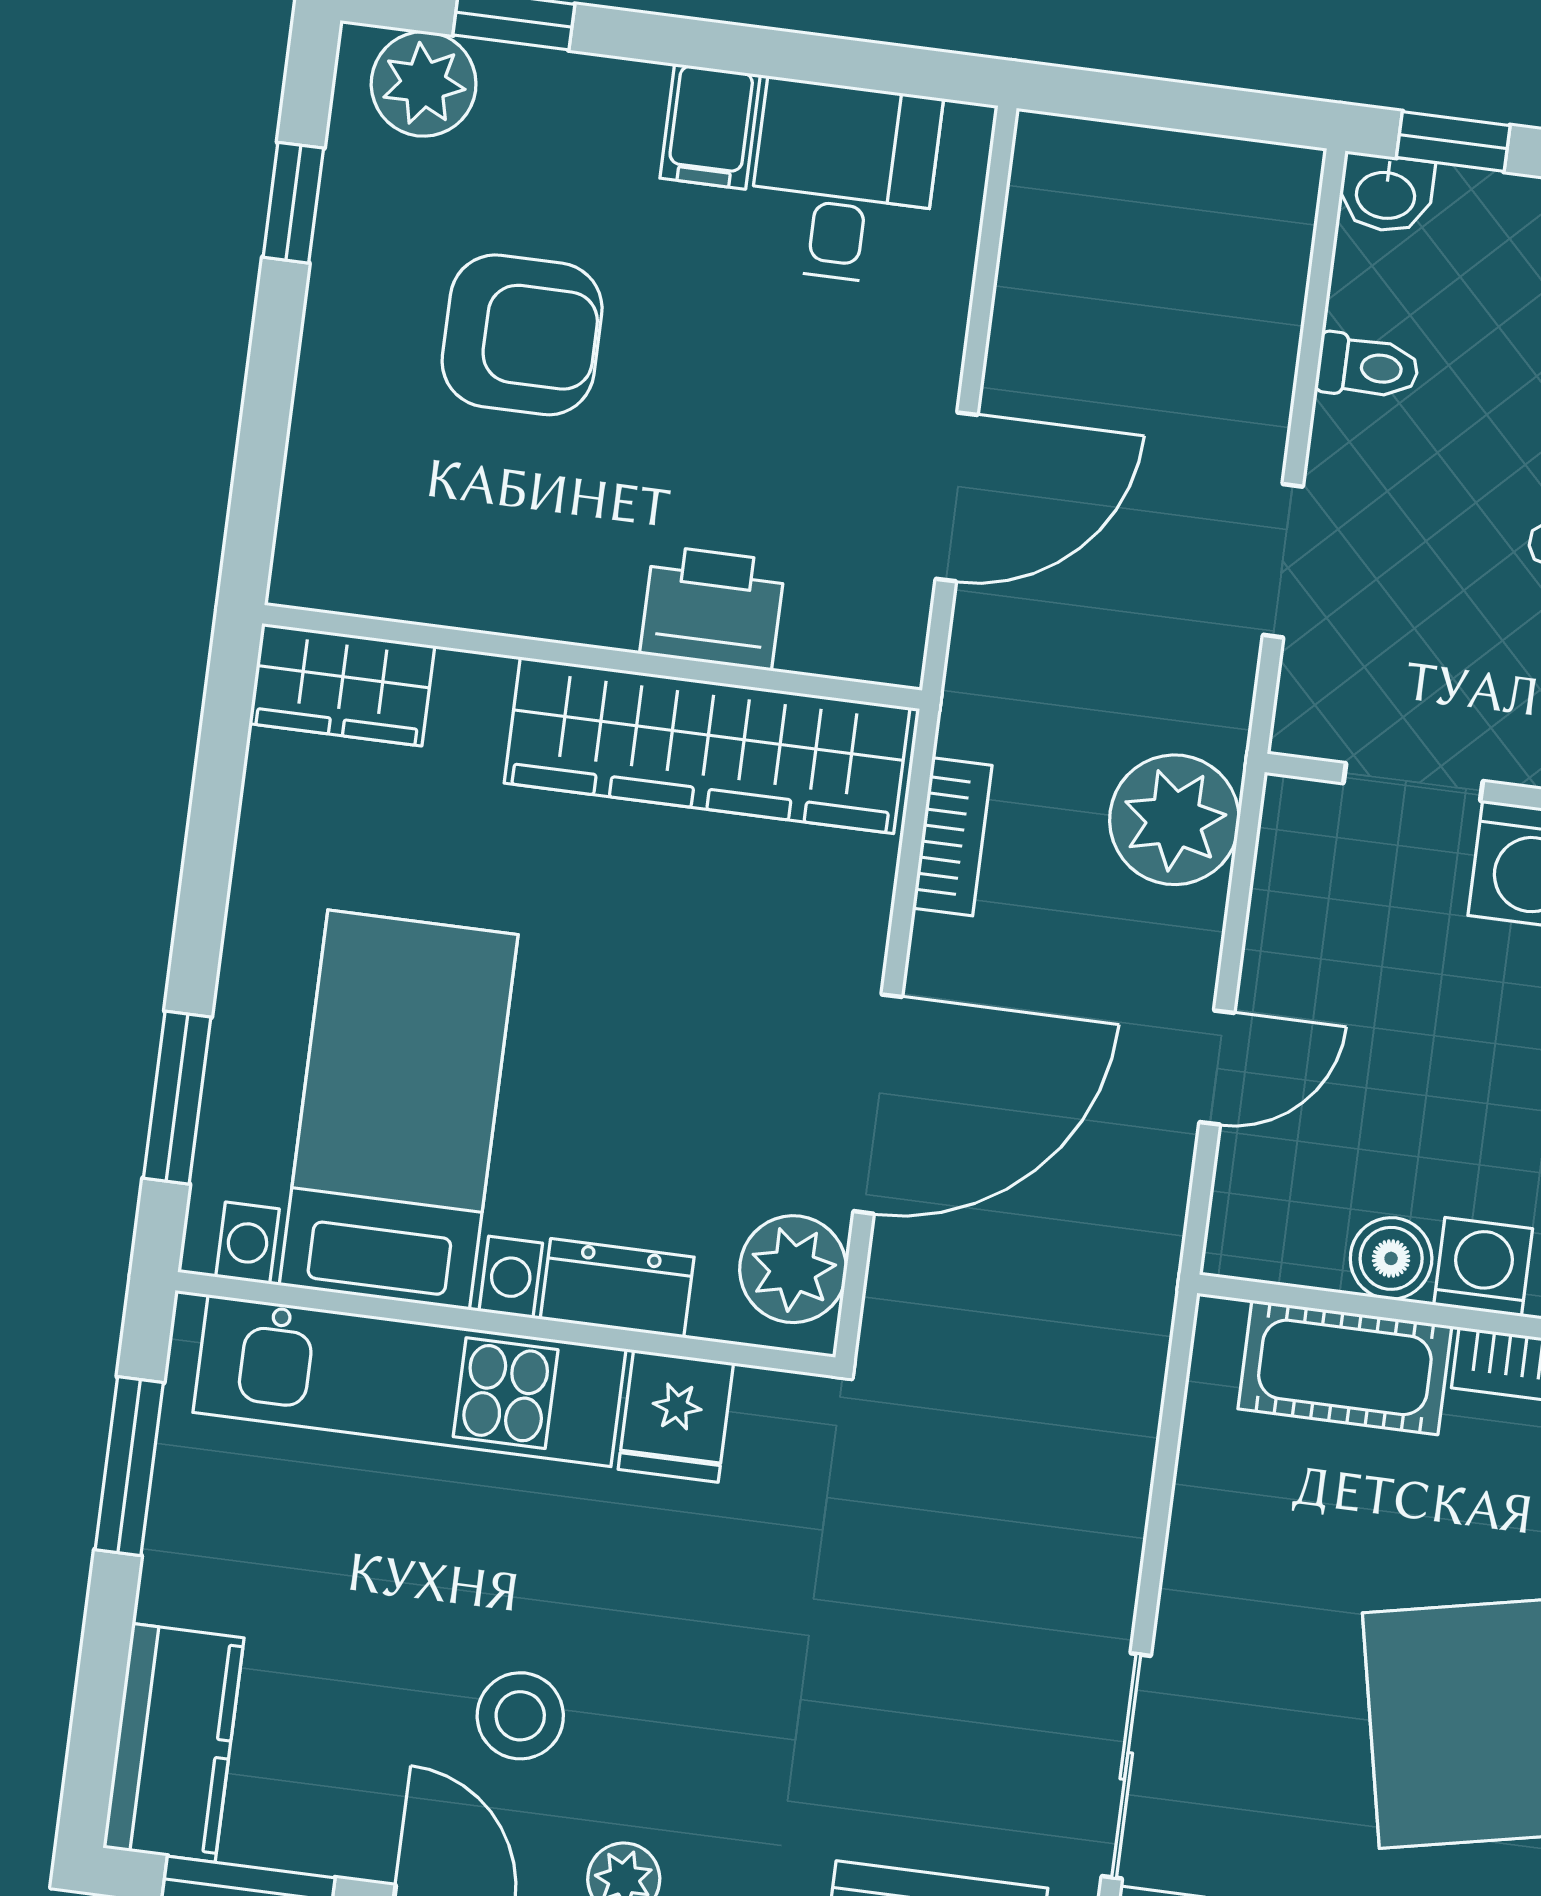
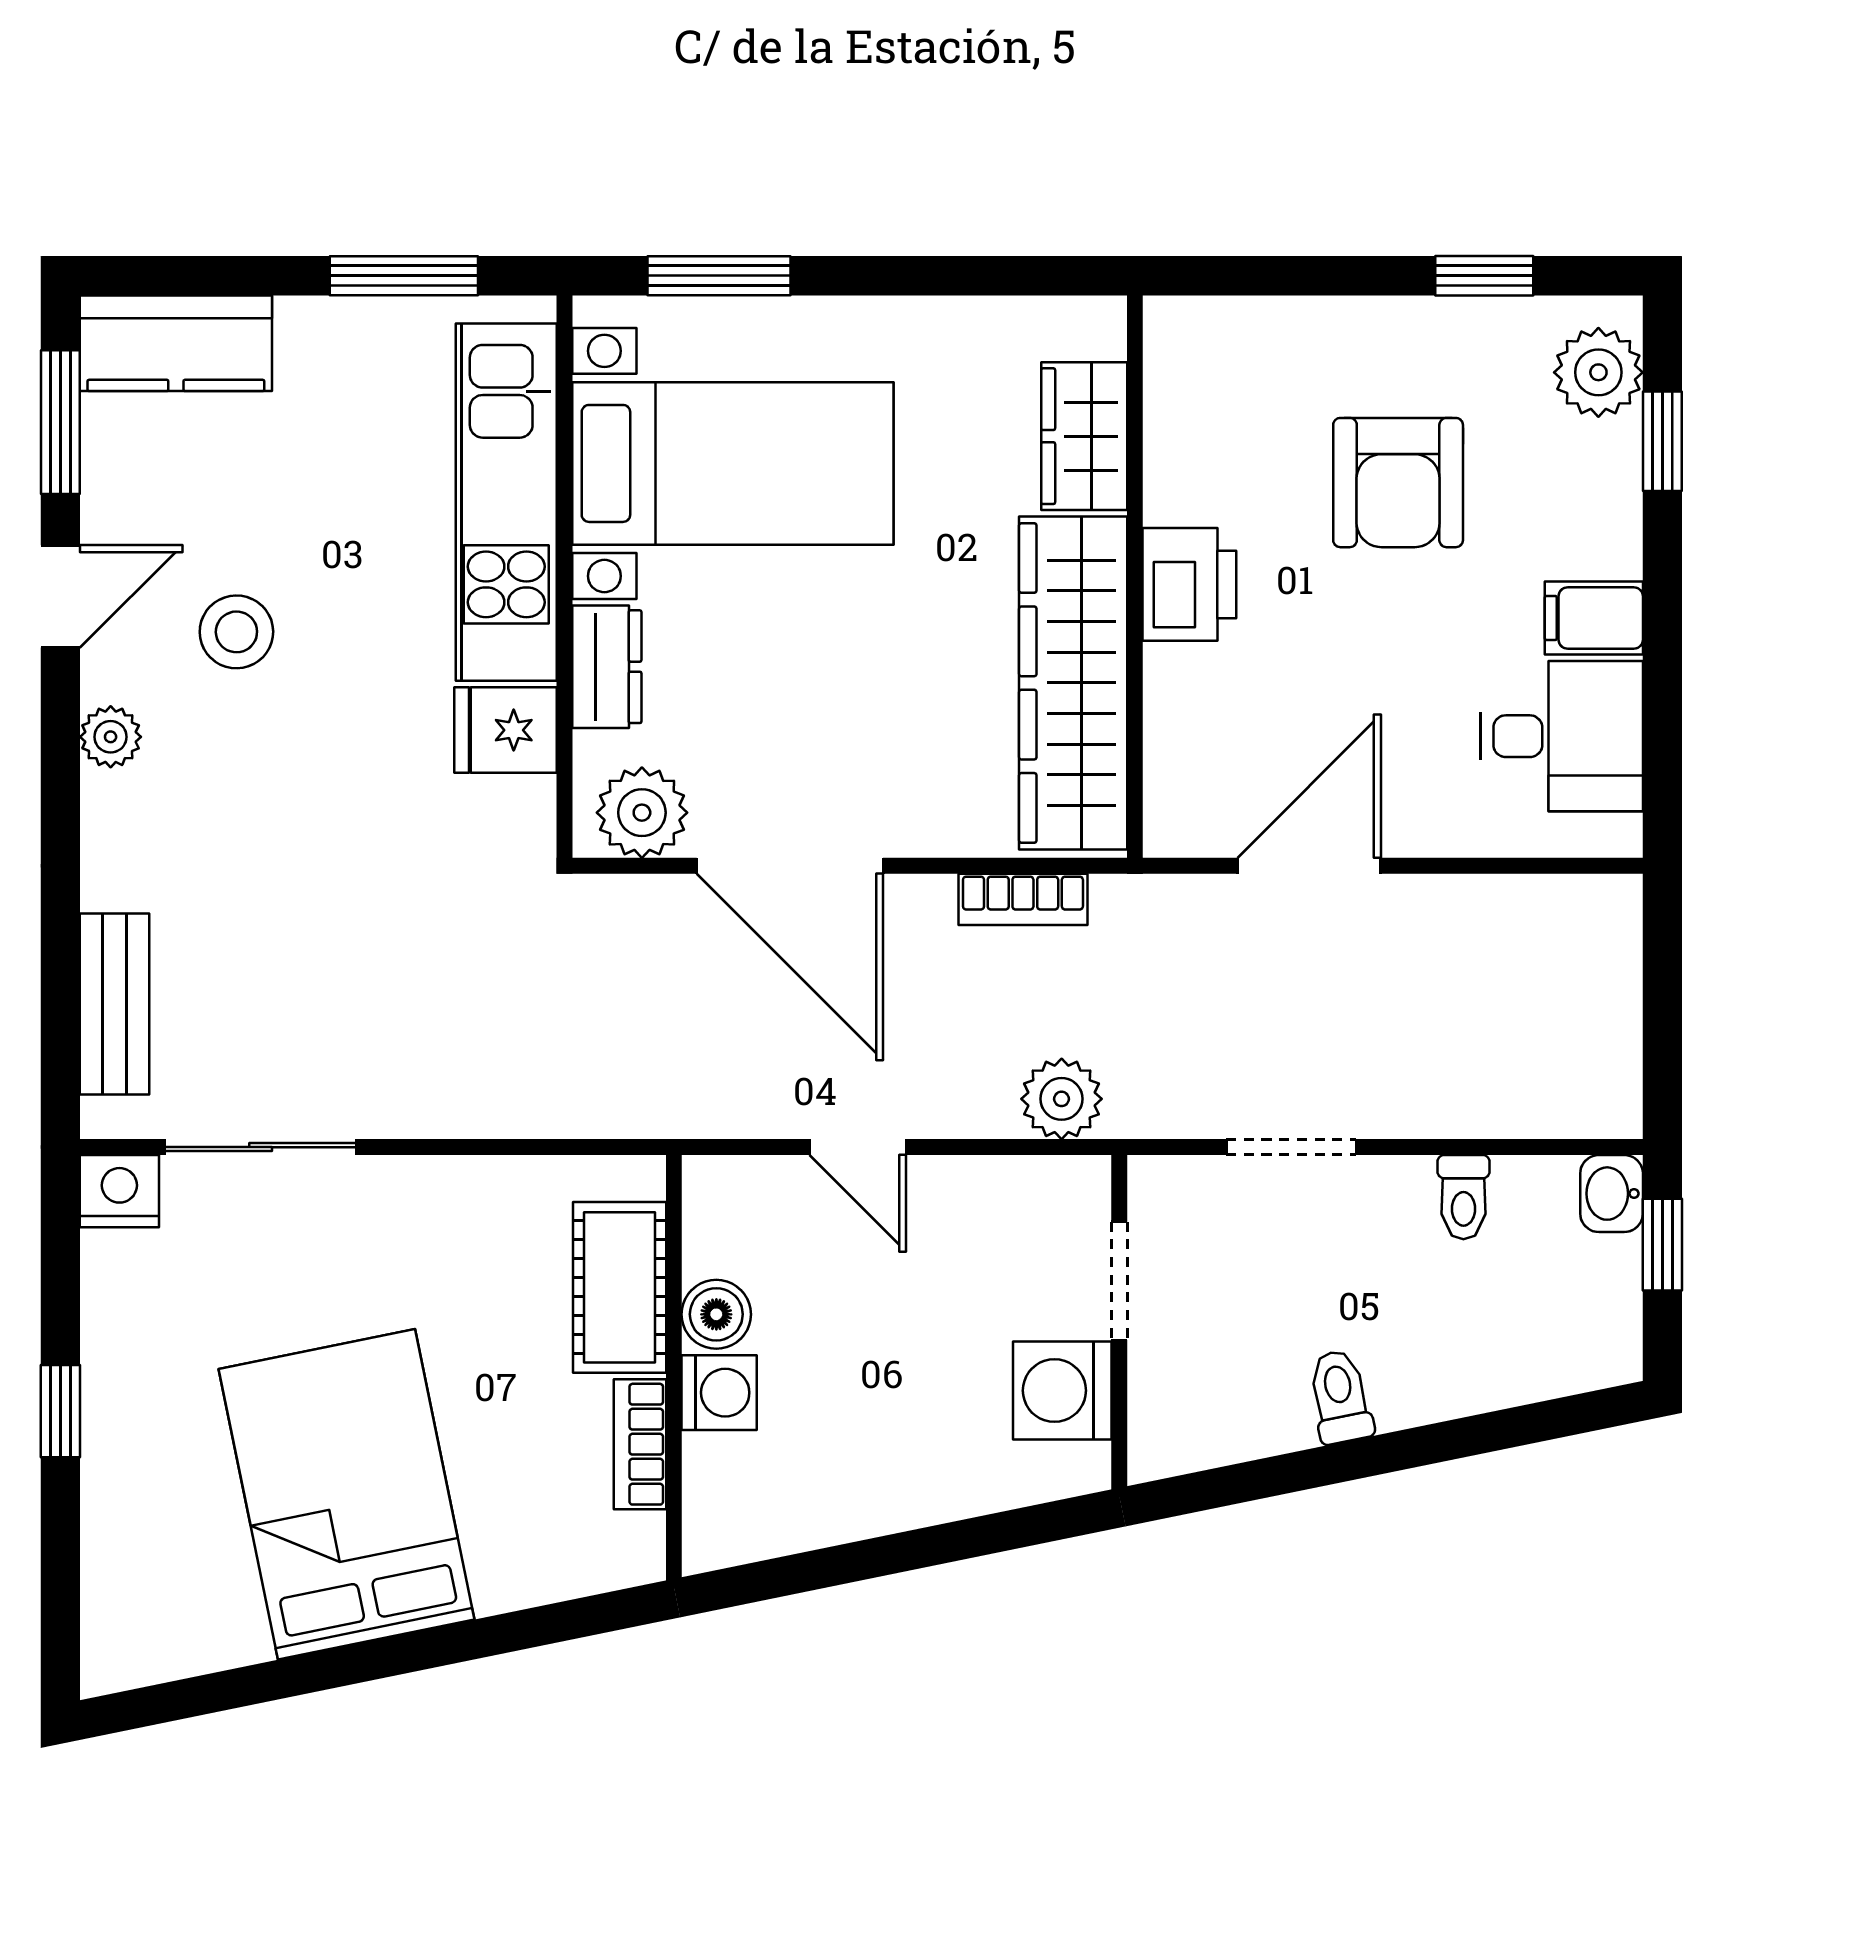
door: (957, 497) -> (1309, 866), swing flipped
printer: (713, 608) -> (1189, 584), moved
wardrobe: (342, 685) -> (1084, 436), moved
plant: (1174, 820) -> (1062, 1099), width x0.73, depth x0.73

